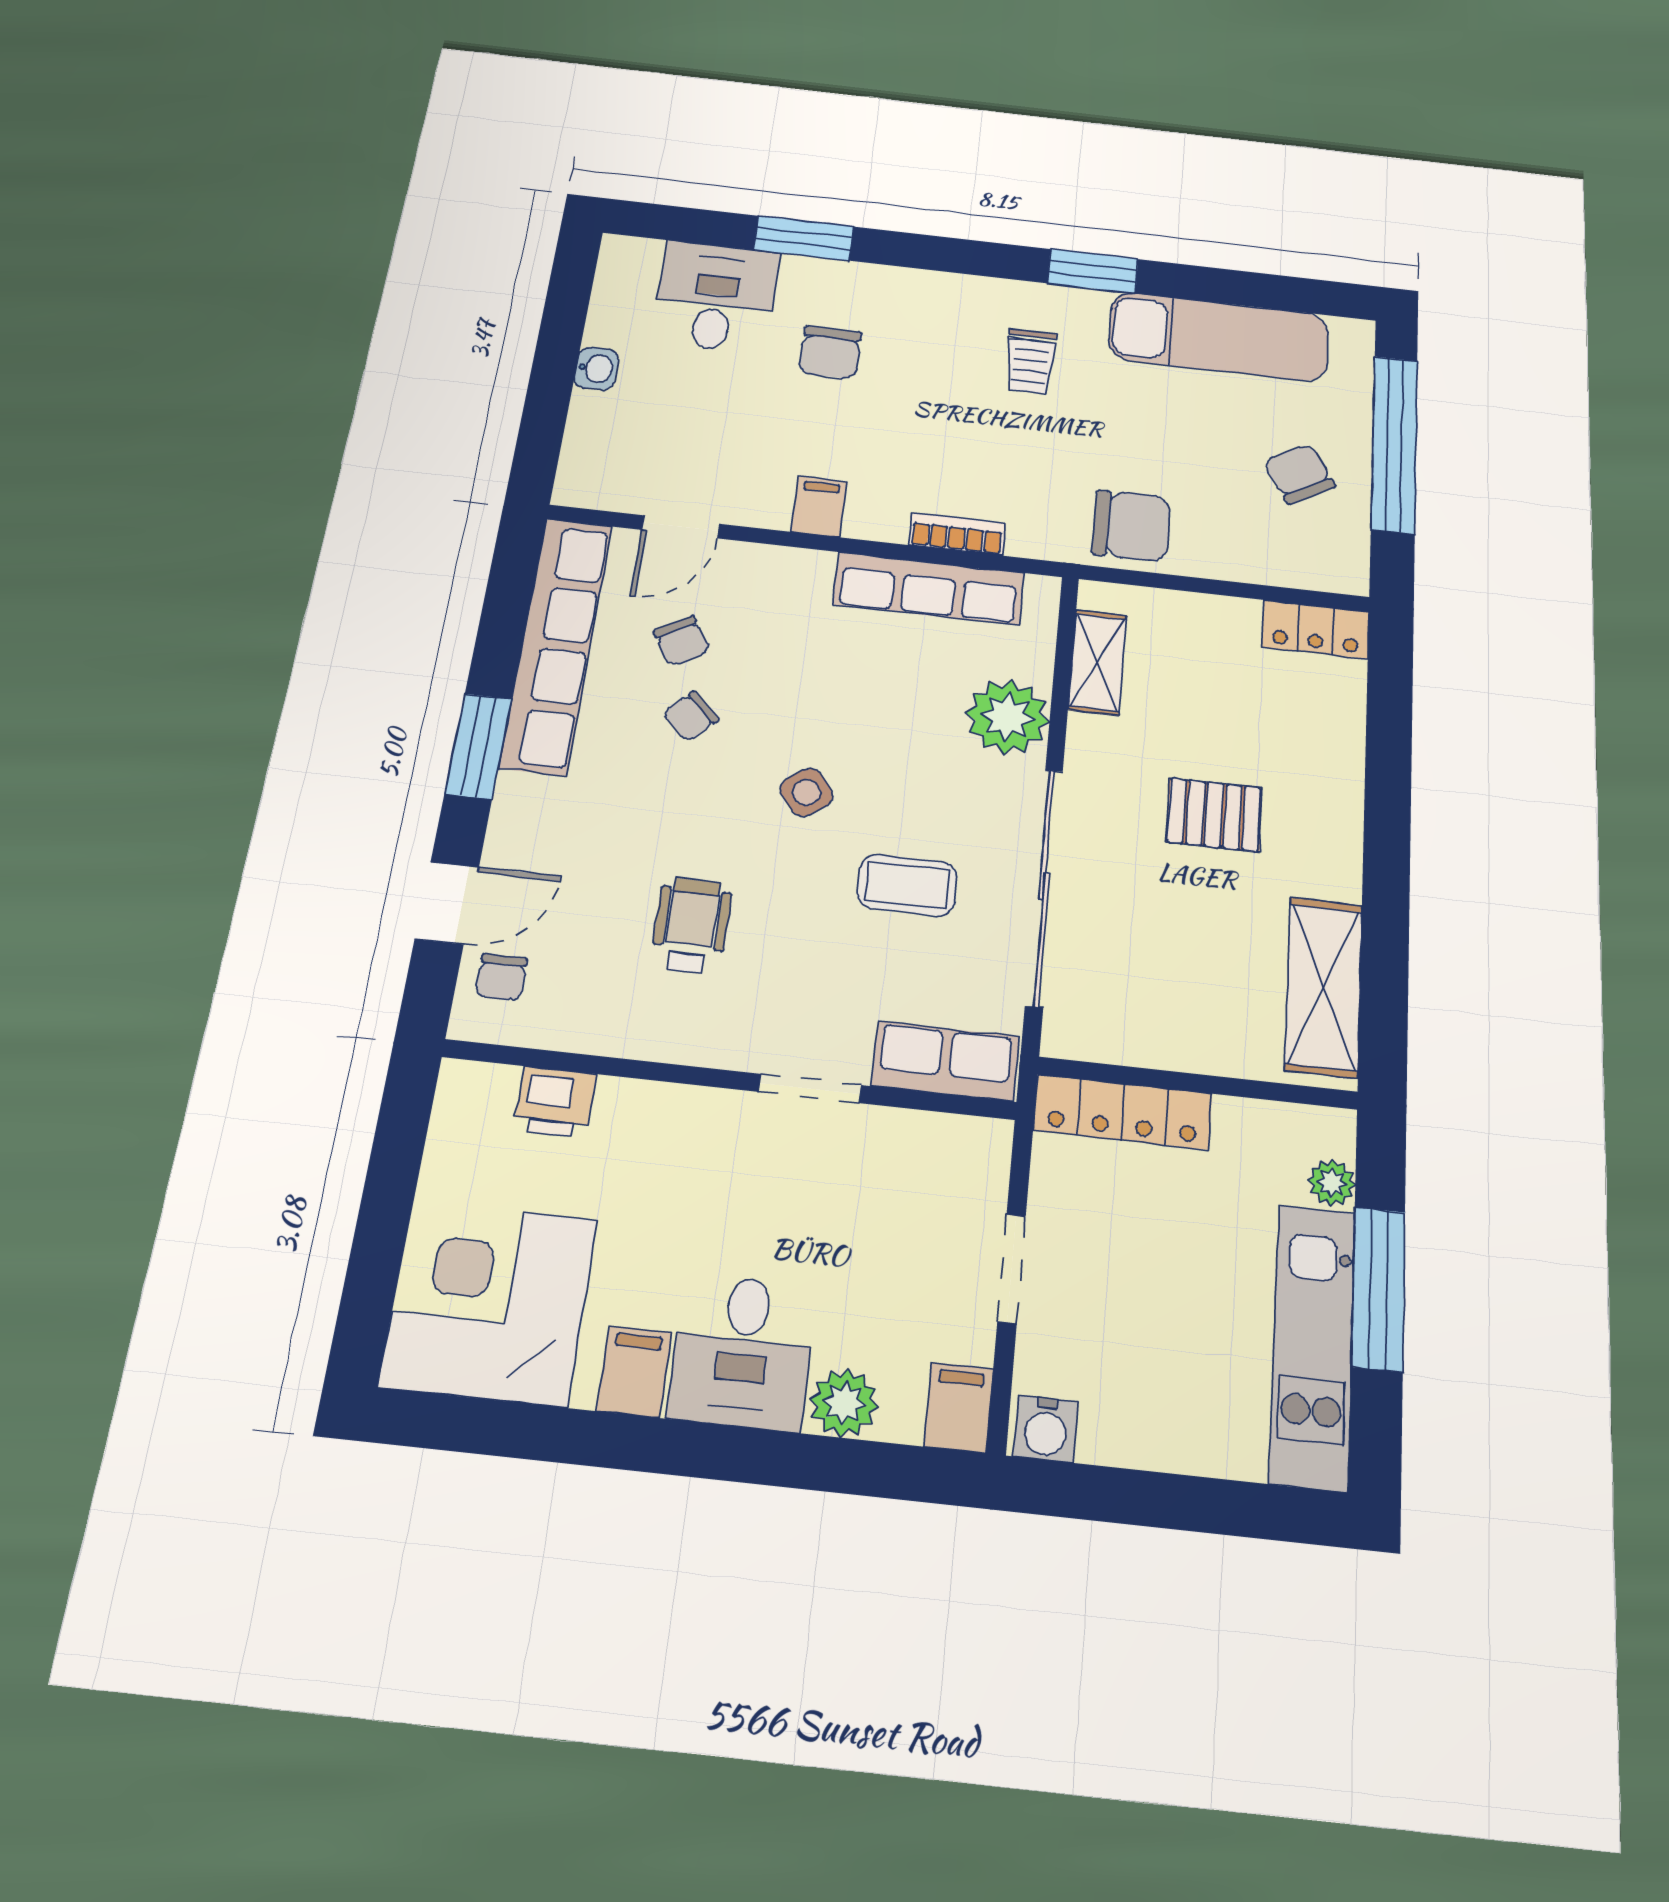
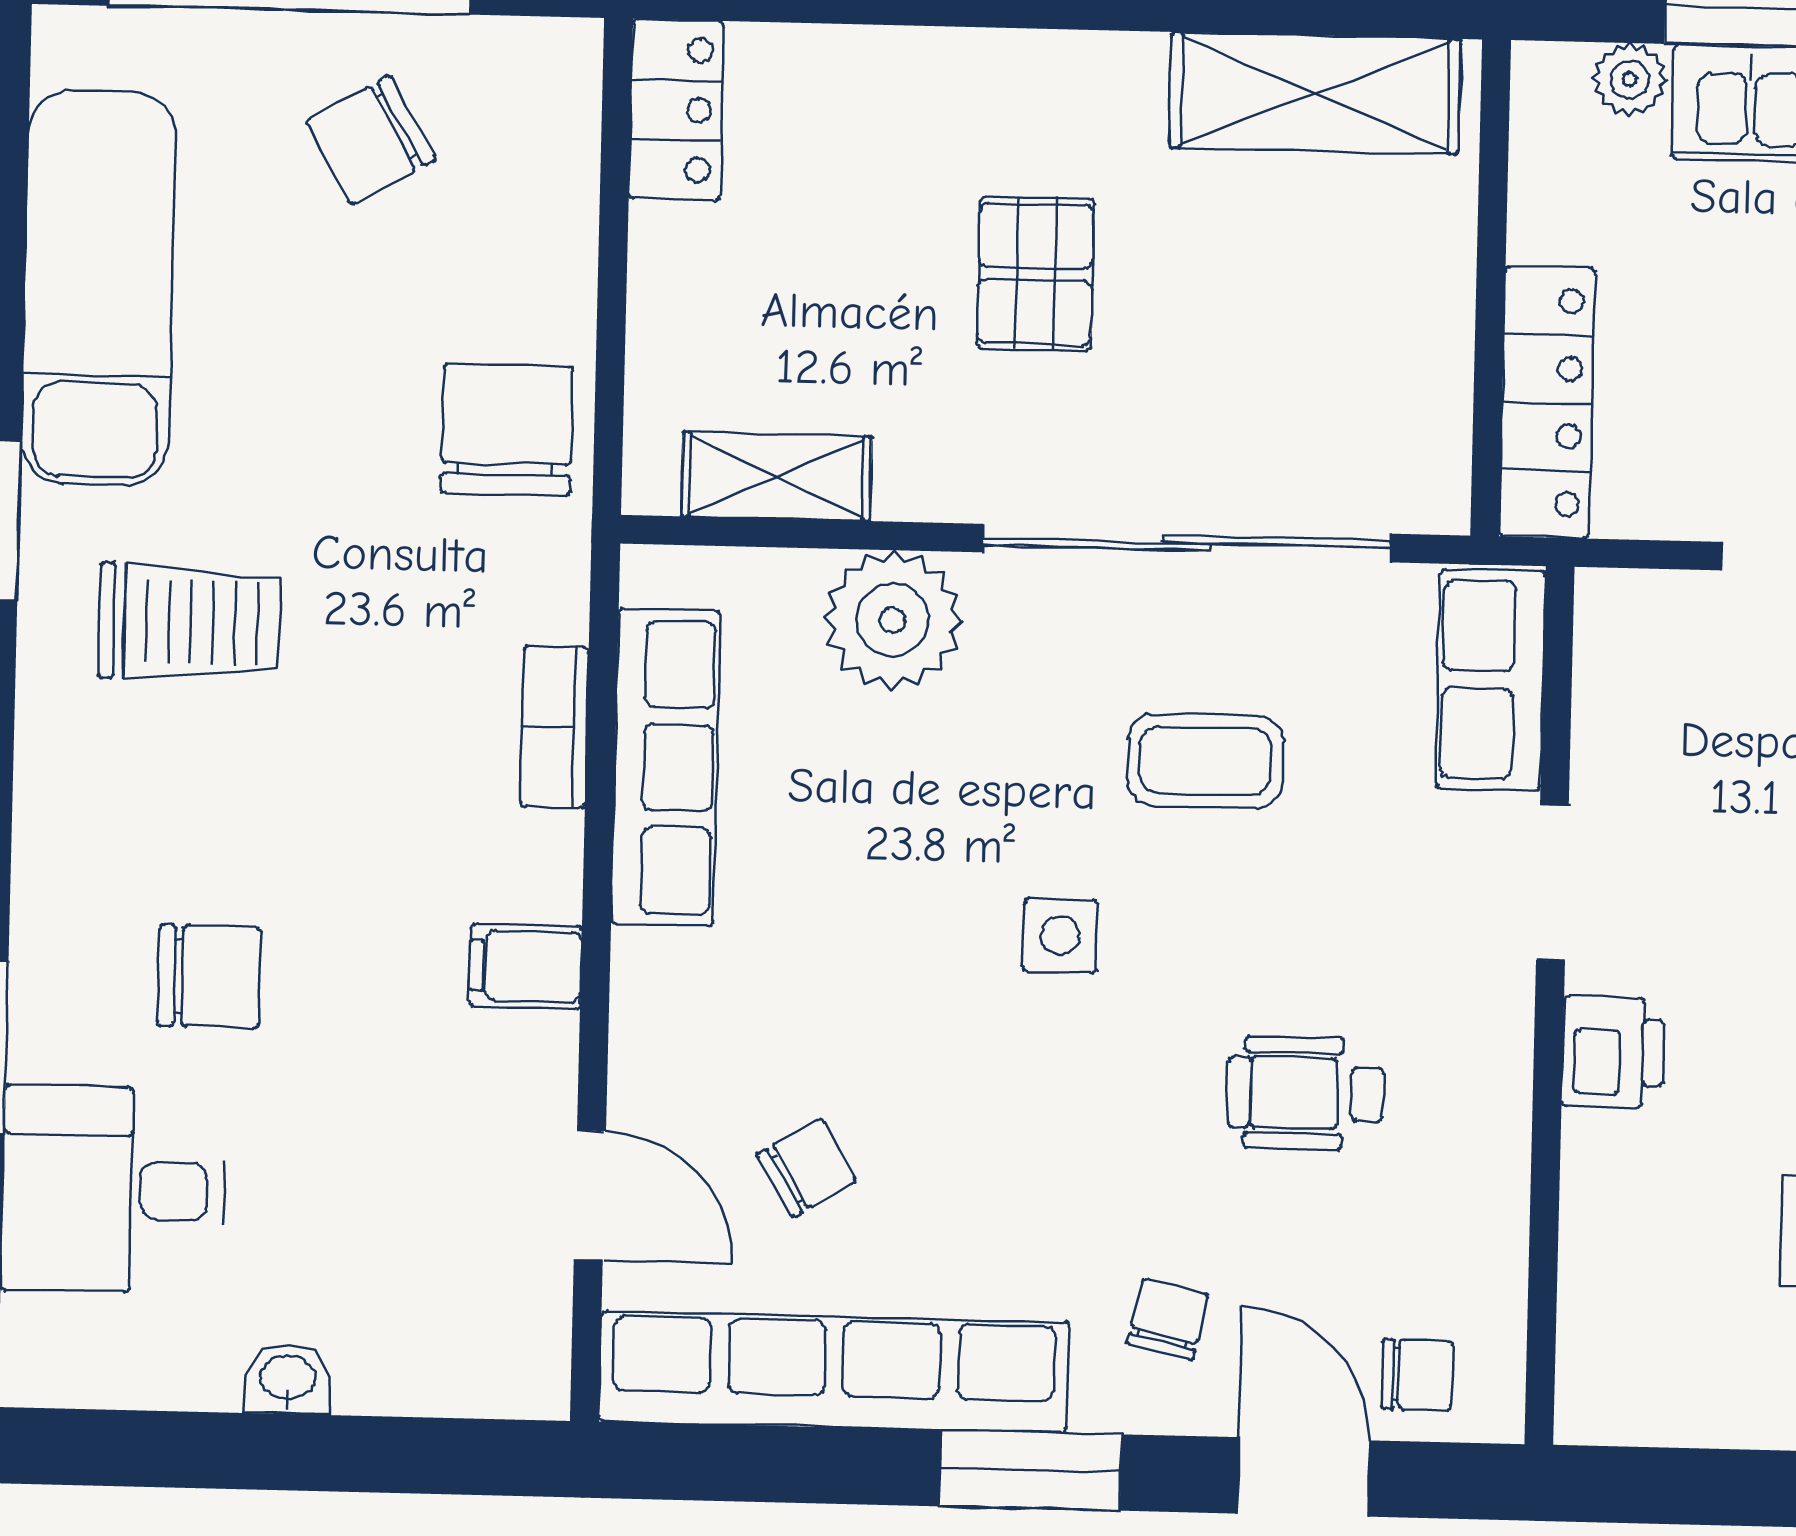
trolley: (1030, 362) -> (189, 622), width x1.36, depth x1.39
chair: (691, 716) -> (1168, 1319), moved, turned -122
side table: (807, 792) -> (1060, 936), turned 38
coffee table: (907, 885) -> (1205, 761), turned 90
printer: (555, 1102) -> (1613, 1052), moved

